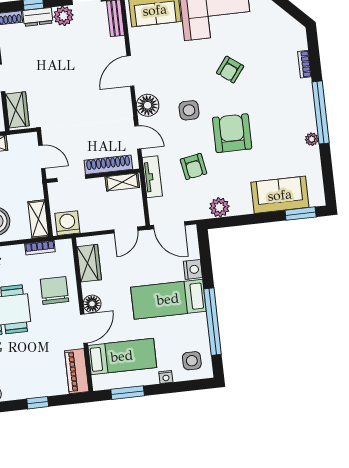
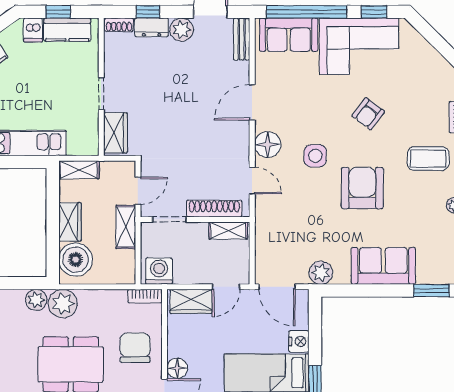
coffee table: (285, 102) -> (428, 159), added
door: (42, 157) -> (138, 191), hinge flipped
armchair: (193, 166) -> (313, 222), removed
tv unit: (152, 177) -> (264, 228), removed
sofa: (280, 195) -> (383, 266), moved
plant: (219, 207) -> (321, 273), moved
shelving: (38, 219) -> (126, 227), moved
bookcase: (40, 248) -> (145, 296), moved
wardrobe: (89, 263) -> (191, 301), moved, turned 90

